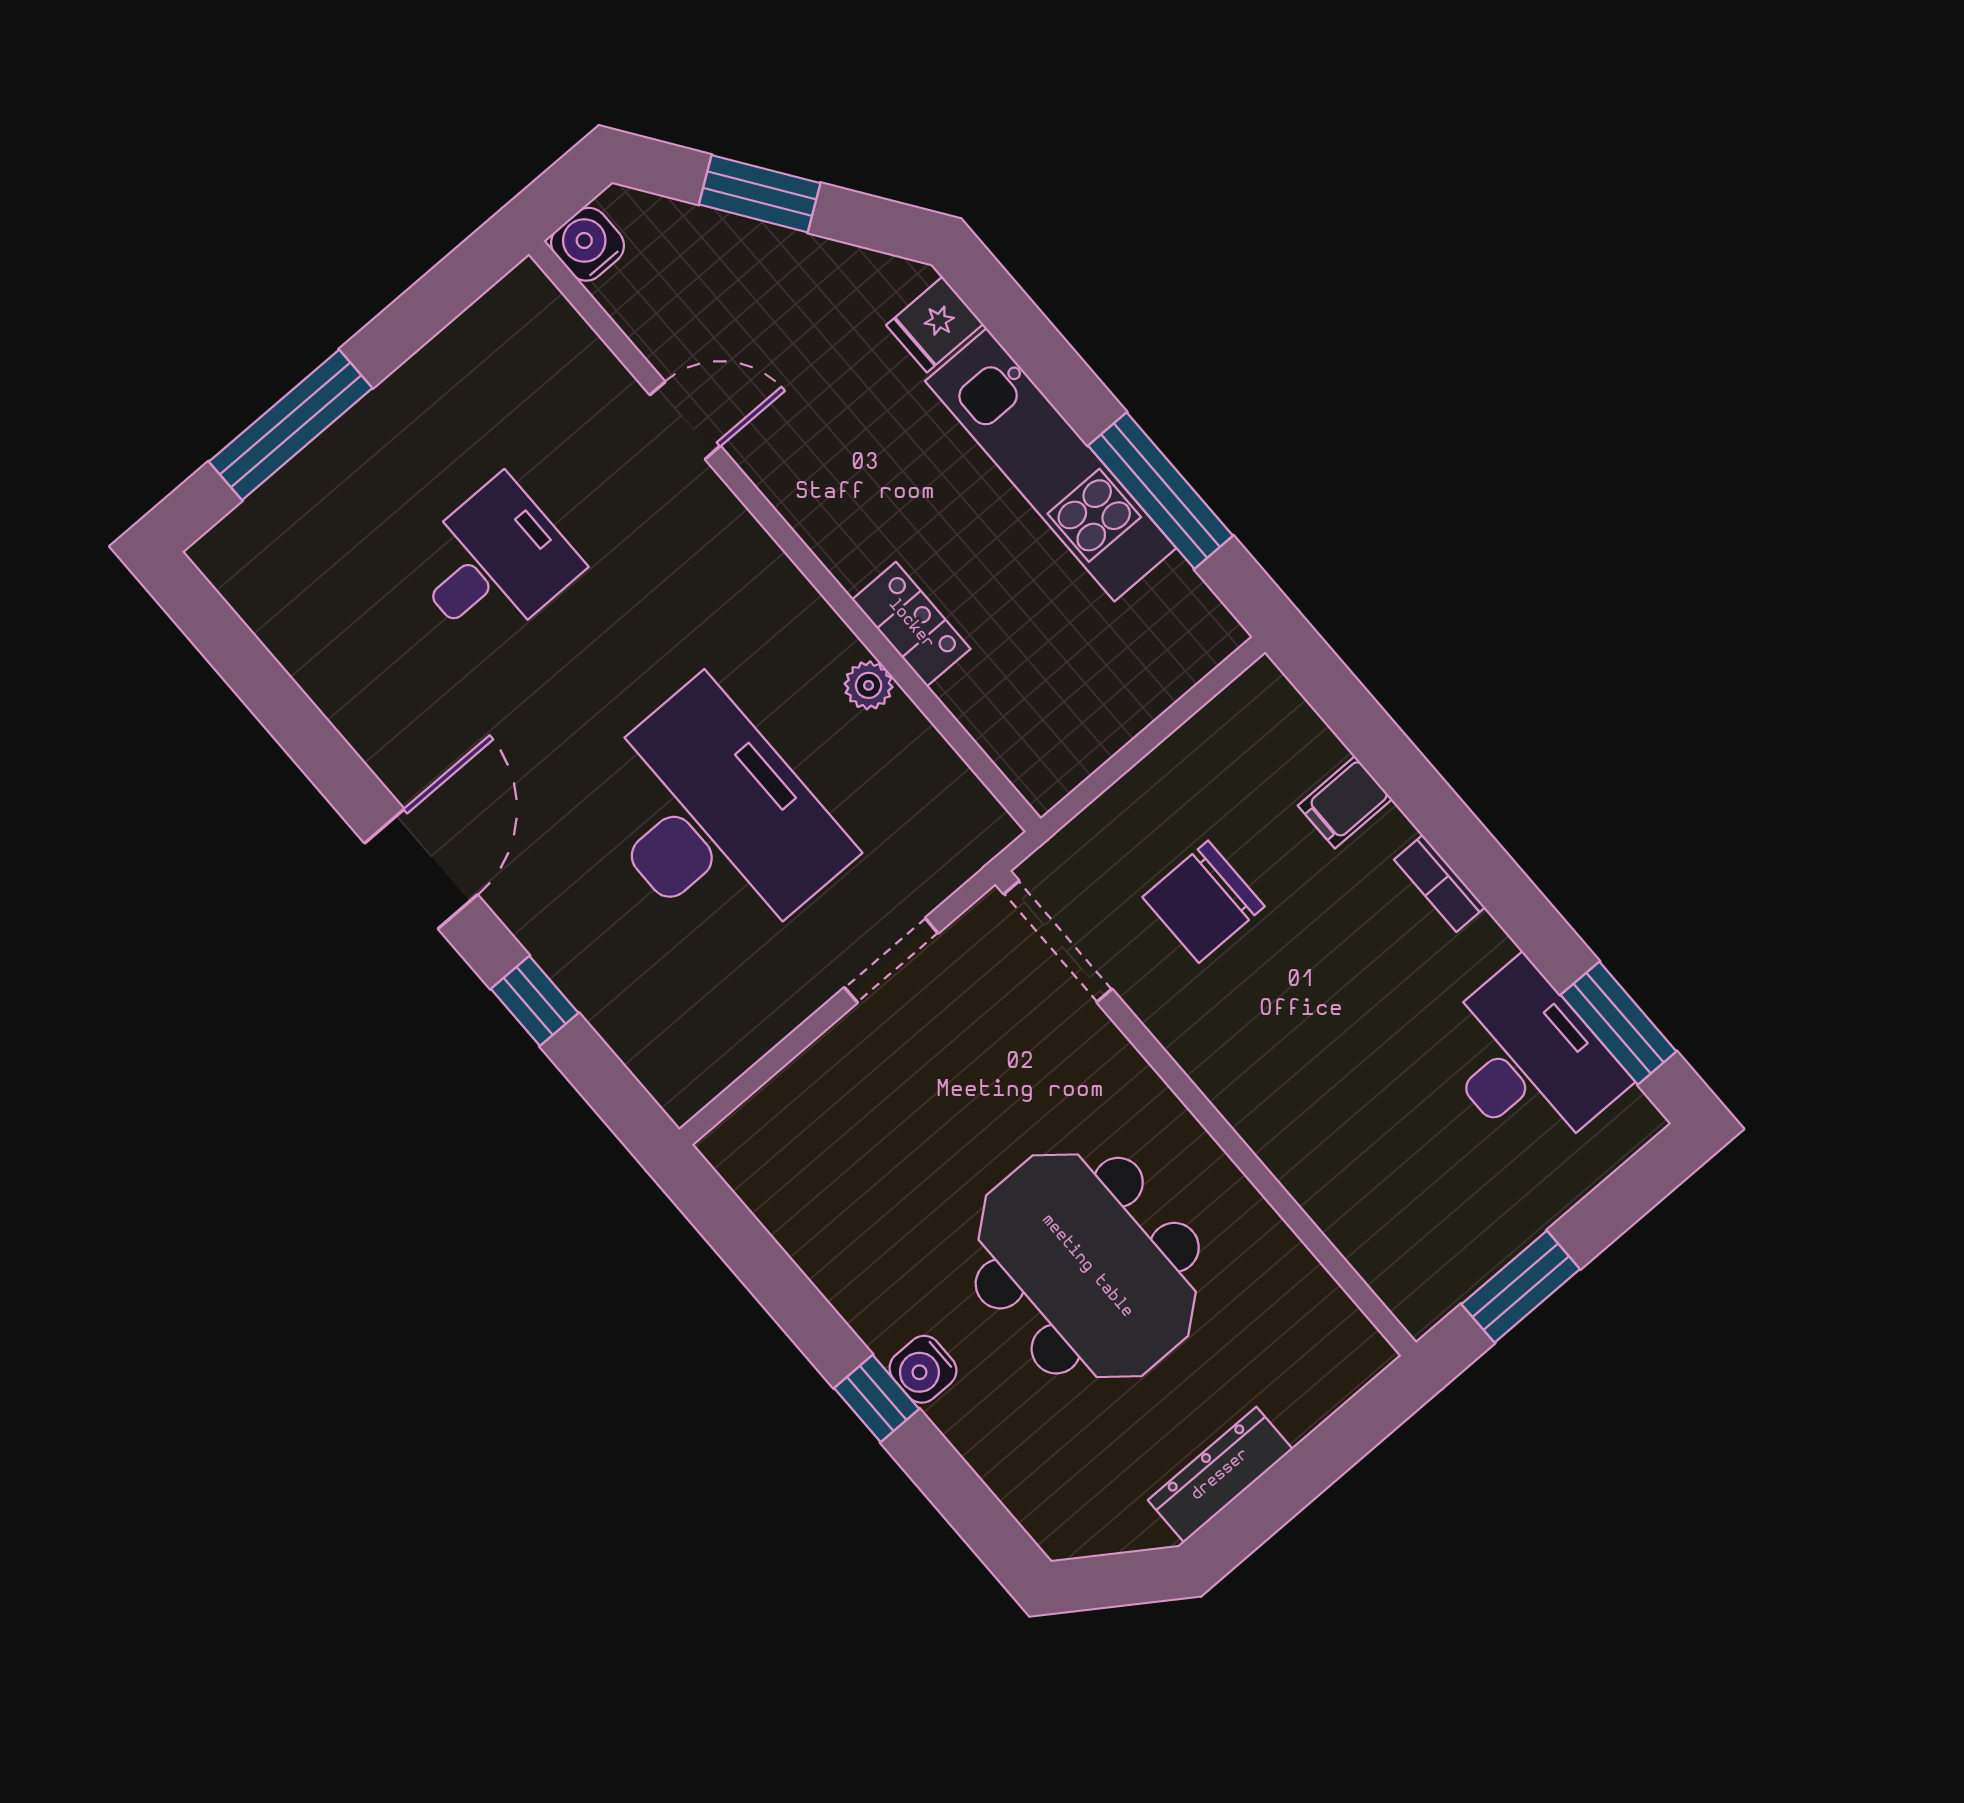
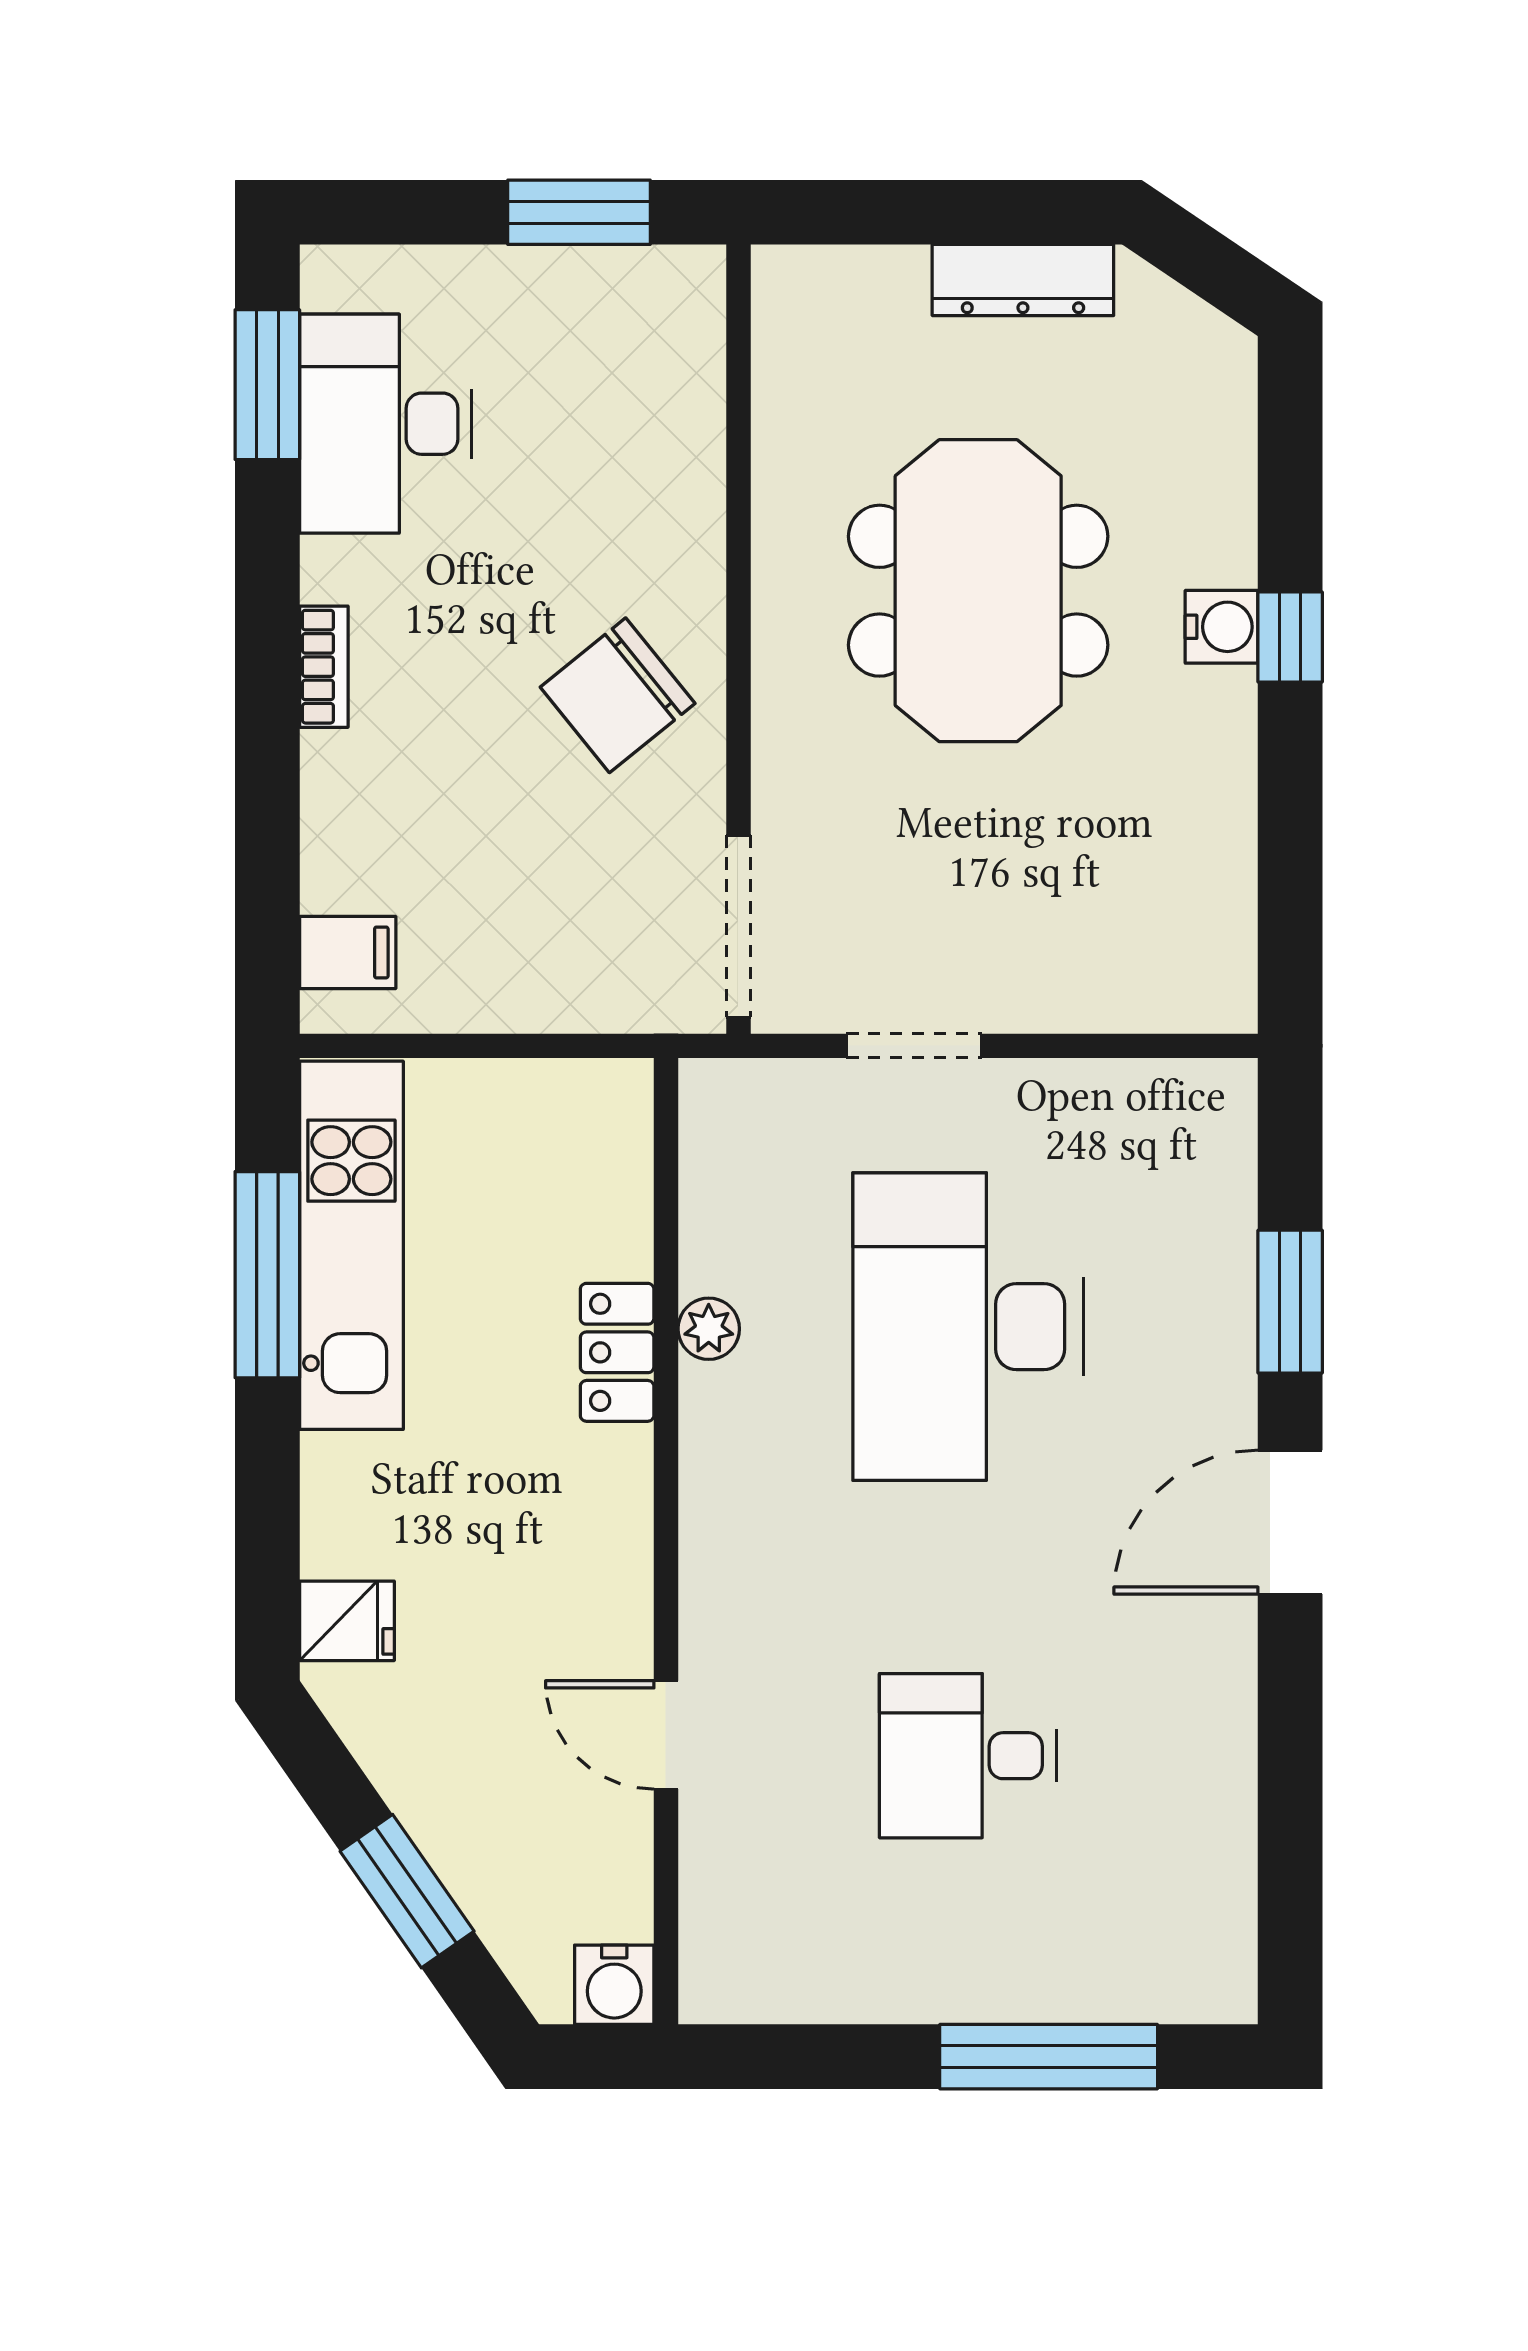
kitchen unit: (1051, 465) -> (351, 1245), moved
filing cabinet: (1345, 802) -> (348, 952), moved
chair: (1204, 902) -> (618, 695), moved, turned 141
window: (535, 1001) -> (1290, 1302), width x1.50

